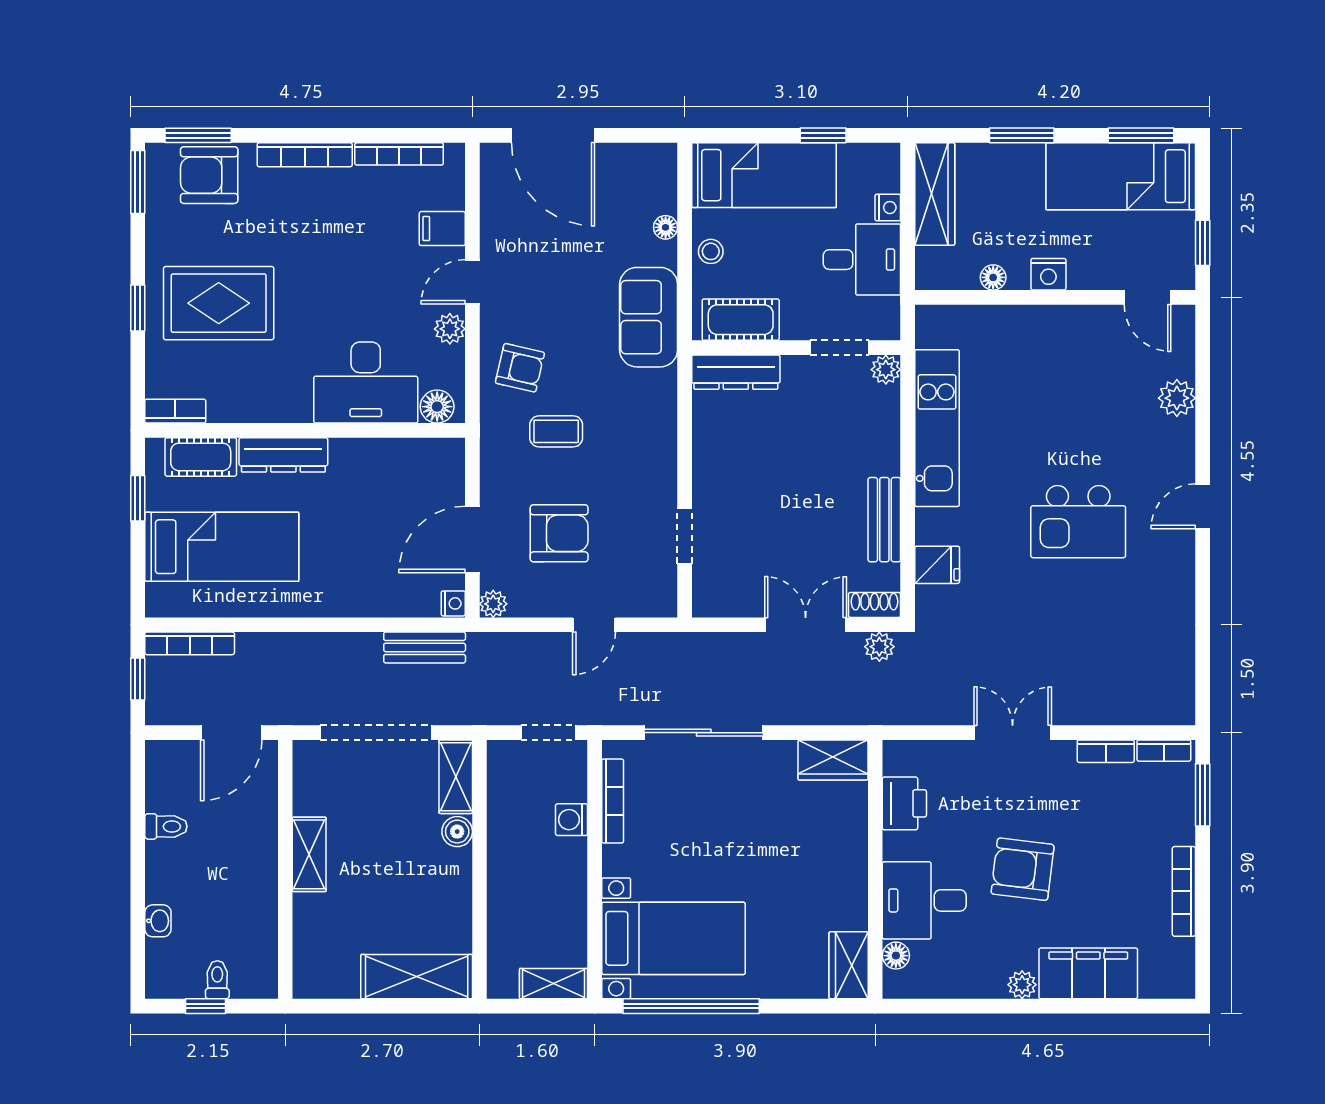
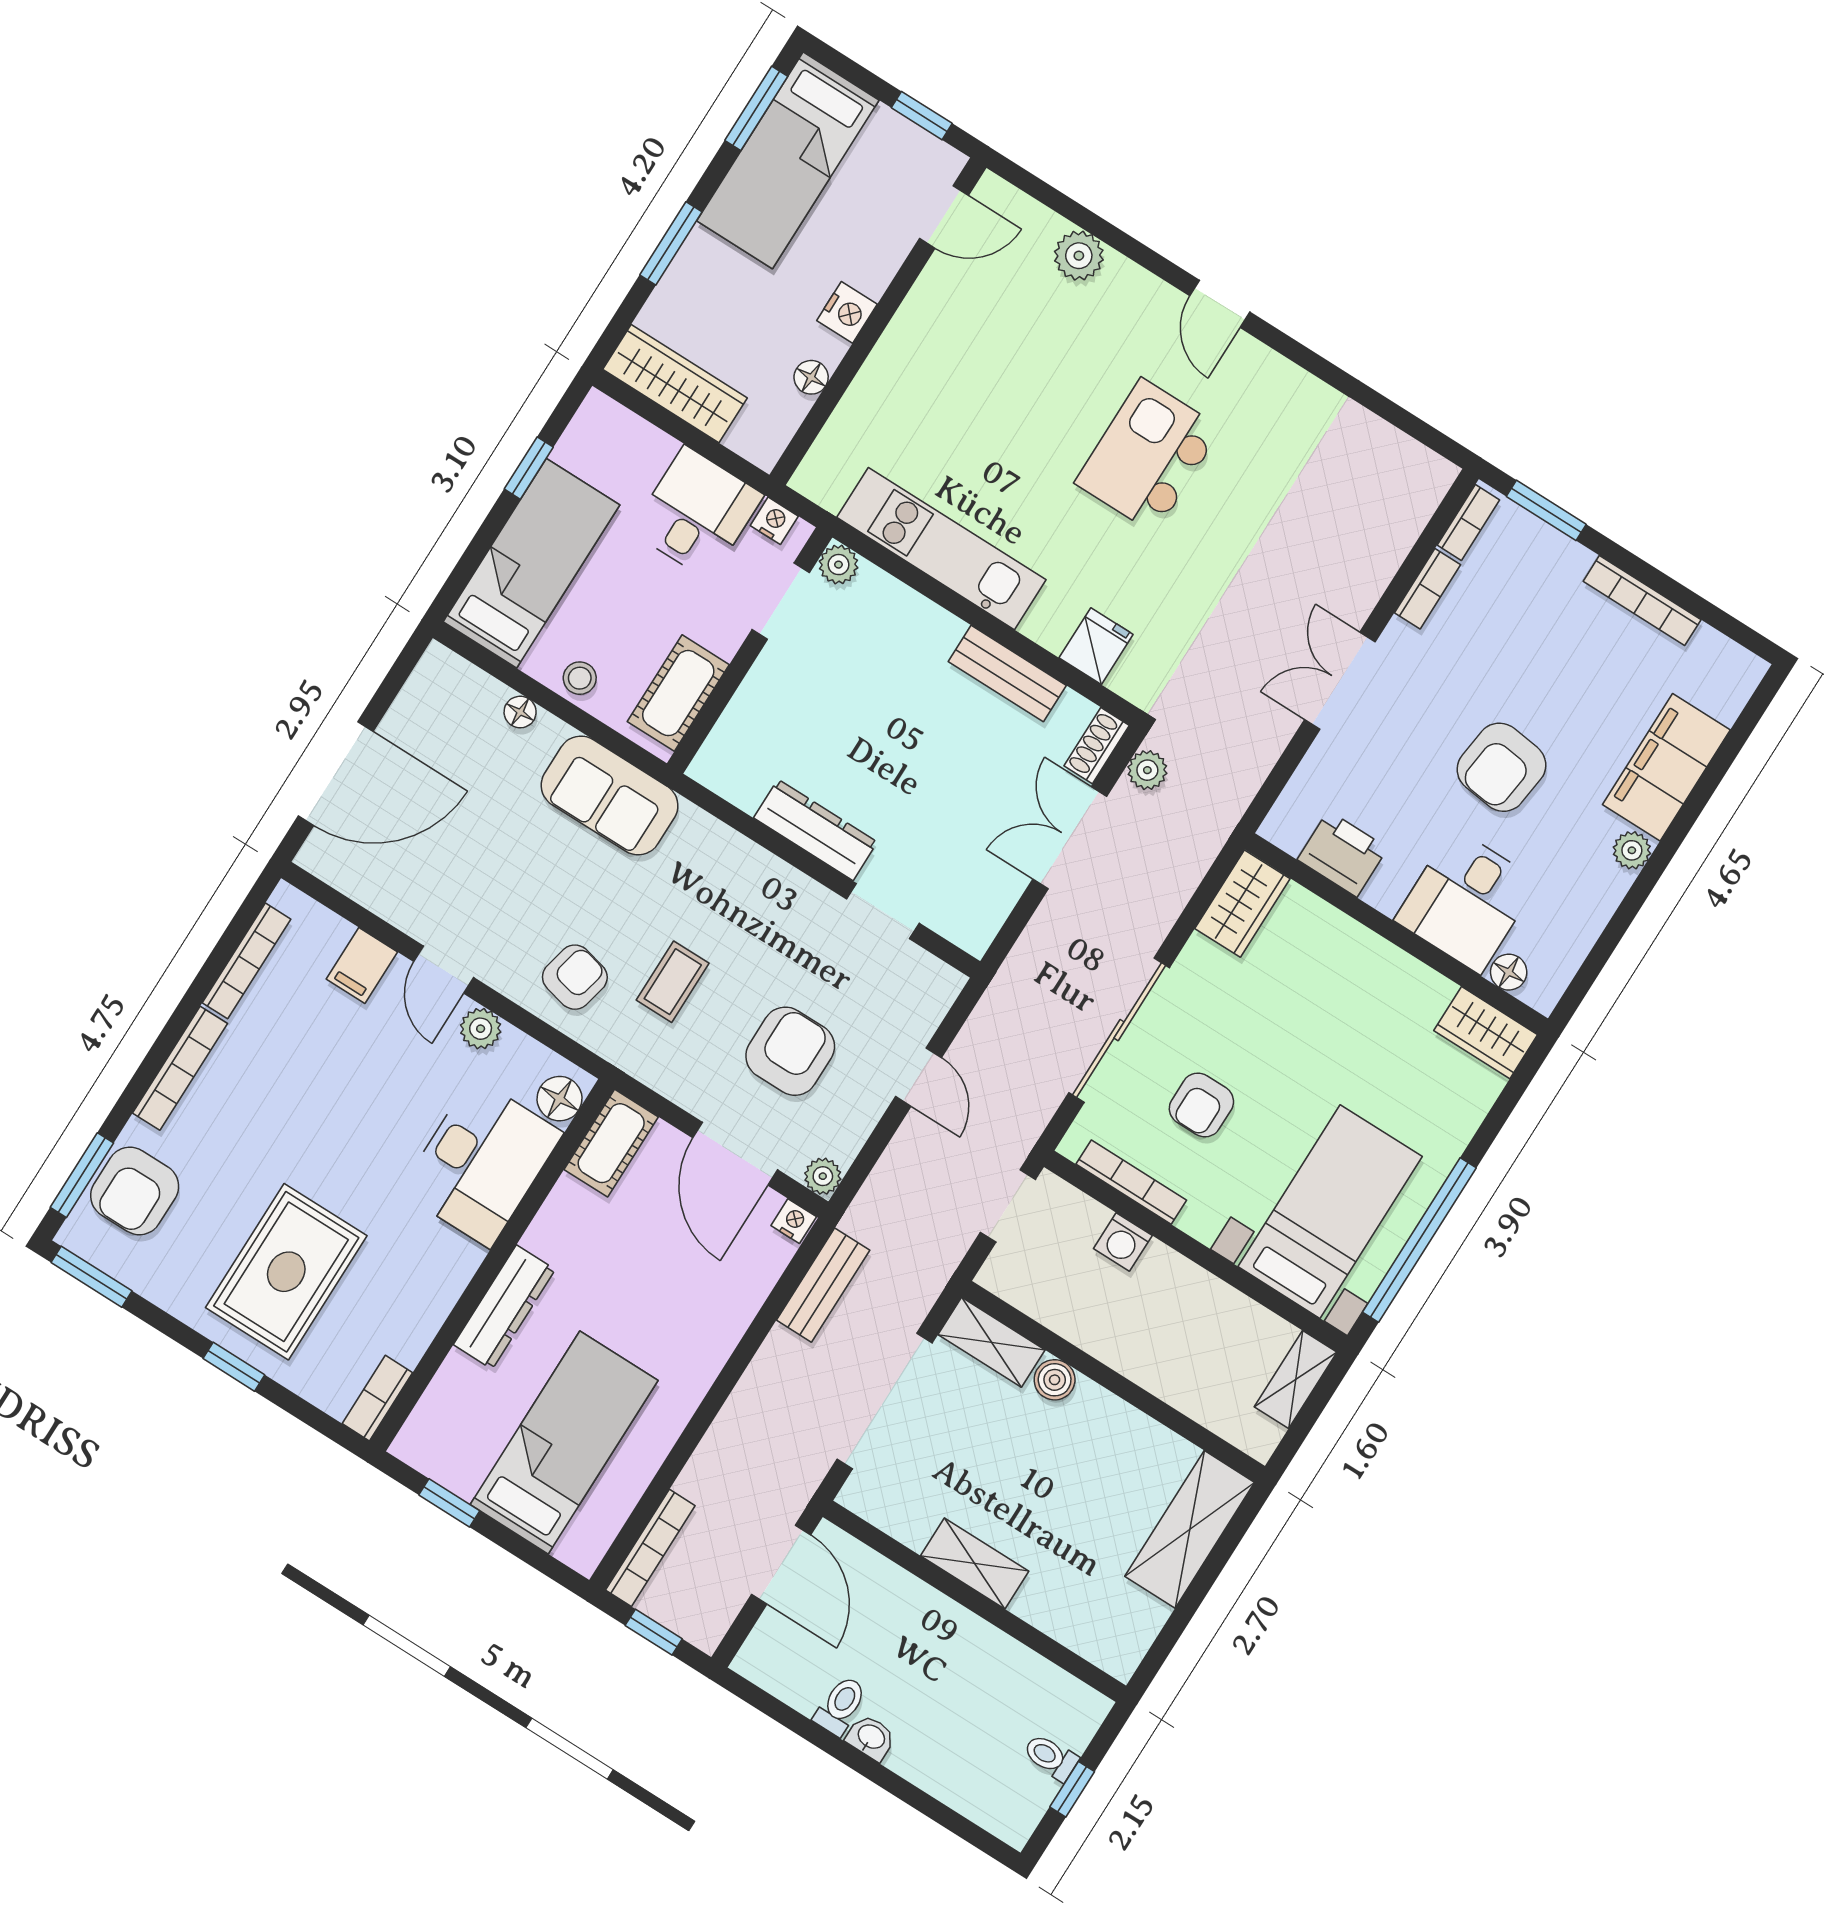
nightstand: (888, 208) -> (774, 521), moved
dresser: (736, 372) -> (816, 830), moved, turned -90
cot: (201, 457) -> (611, 1143), moved
kitchen island: (1078, 522) -> (1148, 456), turned 180
armchair: (689, 815) -> (1201, 1105), added
washbasin: (158, 921) -> (871, 1737), moved

